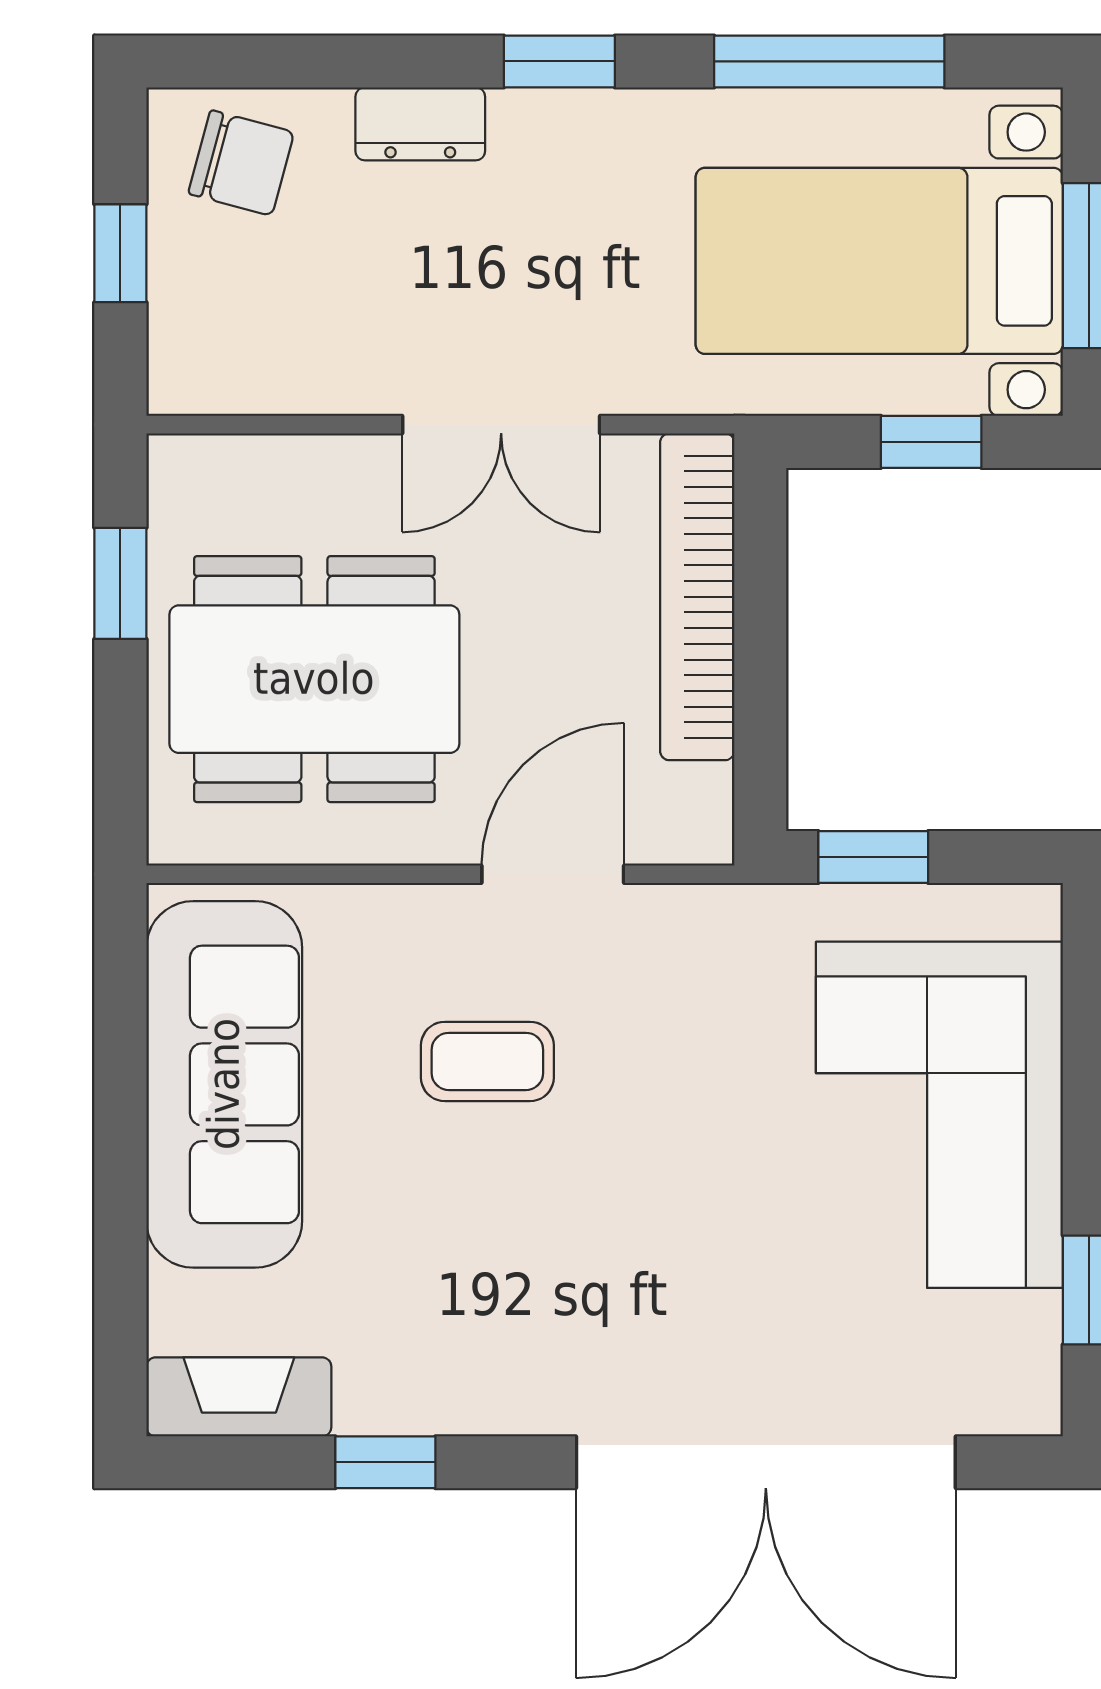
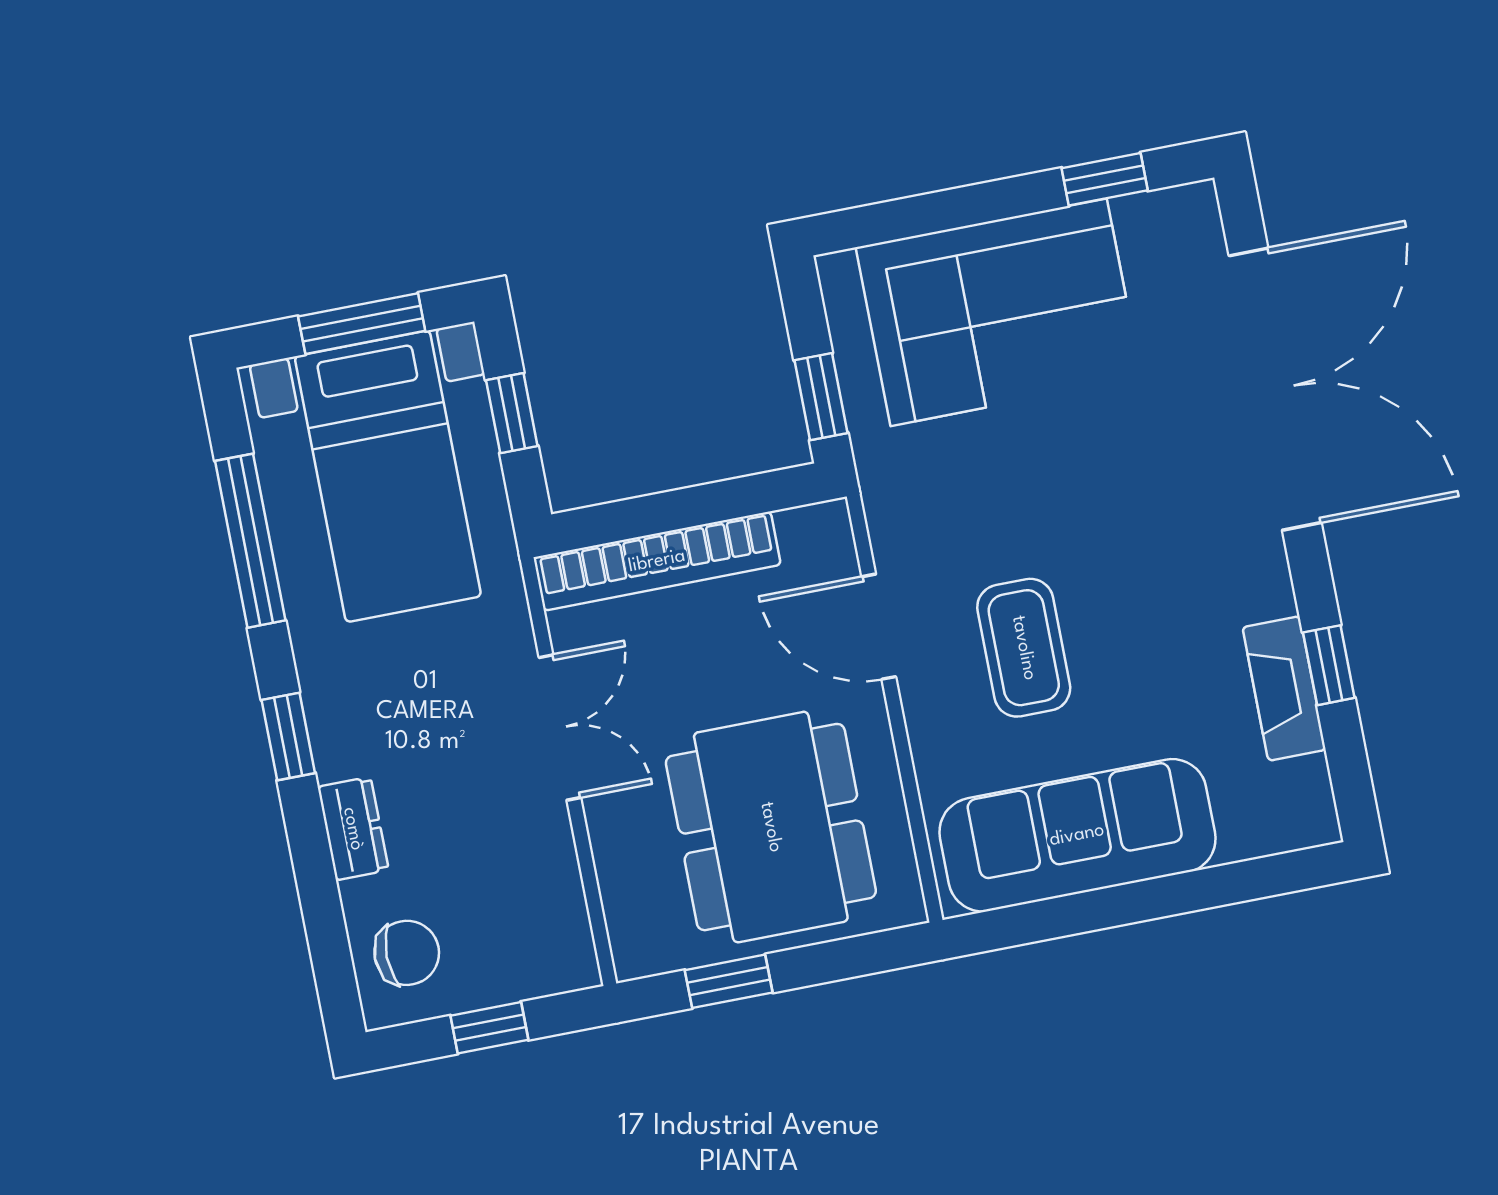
chair: (241, 163) -> (407, 953), turned 75
coffee table: (487, 1061) -> (1024, 648), width x1.36, depth x1.30
fireplace: (239, 1397) -> (1284, 689), moved

